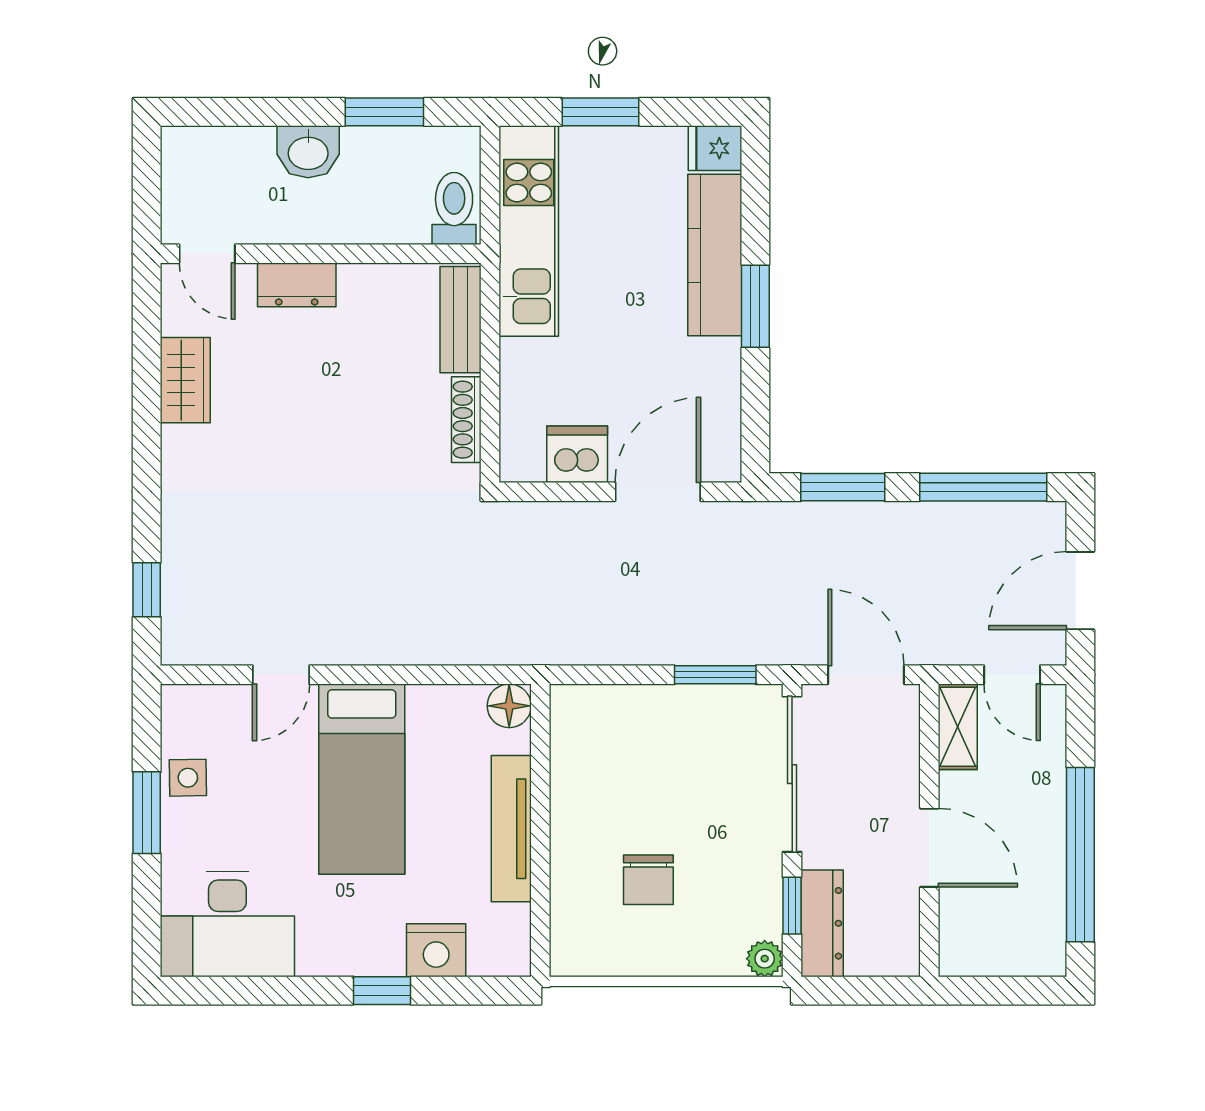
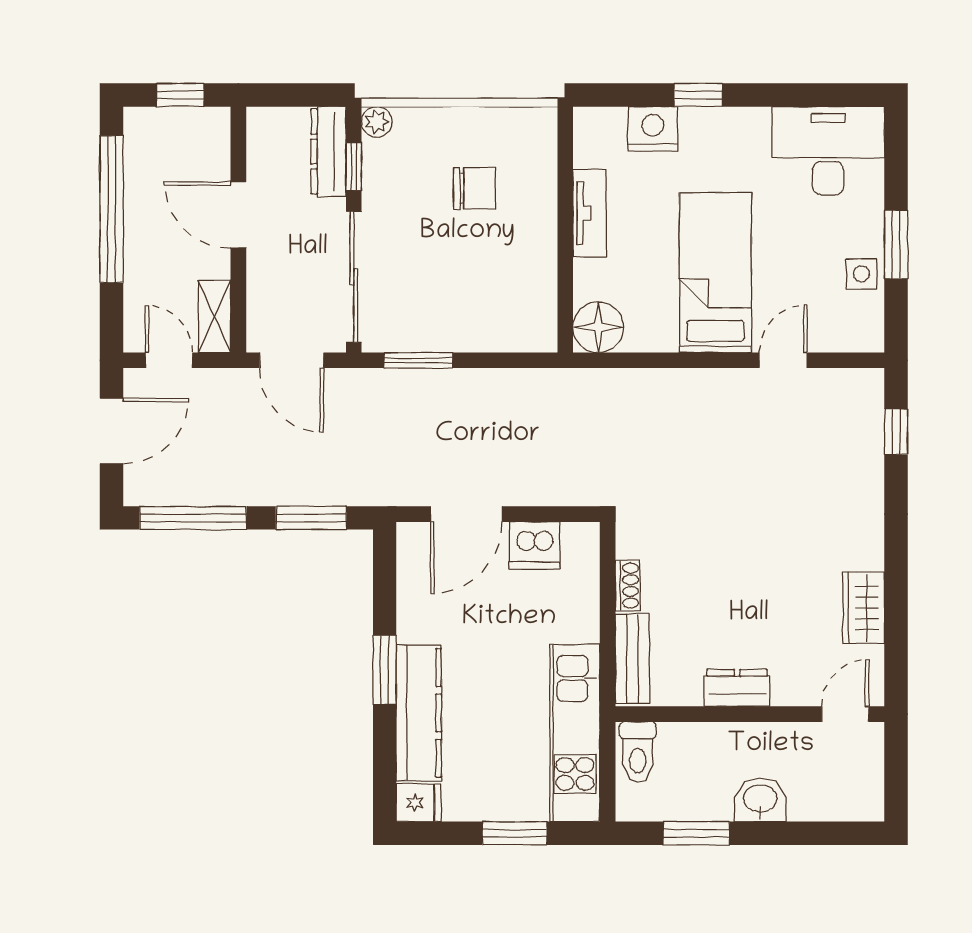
door: (207, 254) -> (845, 714), hinge flipped
dresser: (297, 285) -> (737, 688), moved
shoe rack: (466, 420) -> (628, 586), width x0.70
floor lamp: (509, 706) -> (598, 327), width x1.38, depth x1.38
tv unit: (511, 829) -> (590, 213), width x0.71
chair: (648, 880) -> (474, 188), turned 90
window: (999, 991) -> (180, 95), added

